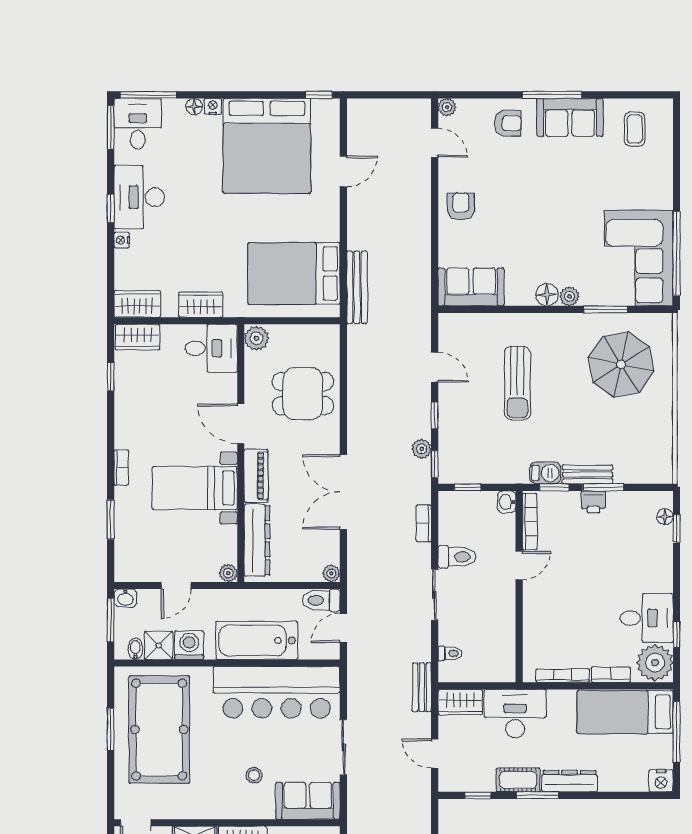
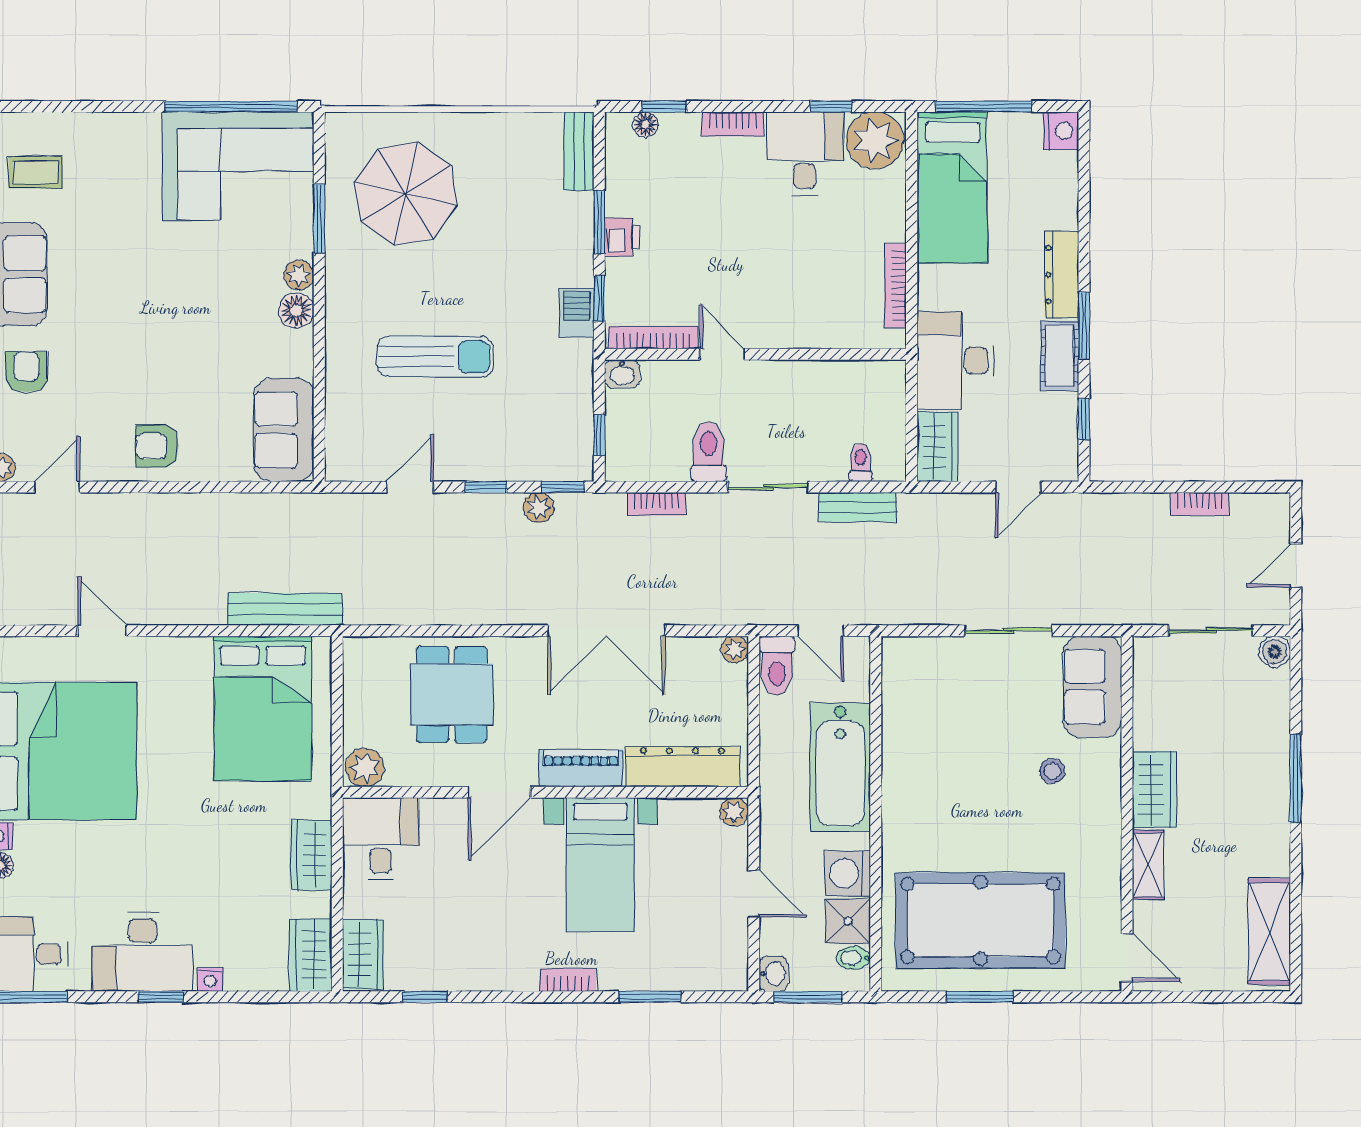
bench: (588, 474) -> (579, 151), moved
bookcase: (611, 675) -> (733, 124), moved, turned -90
bench: (422, 687) -> (857, 507), moved
bar counter: (277, 692) -> (922, 736), removed

